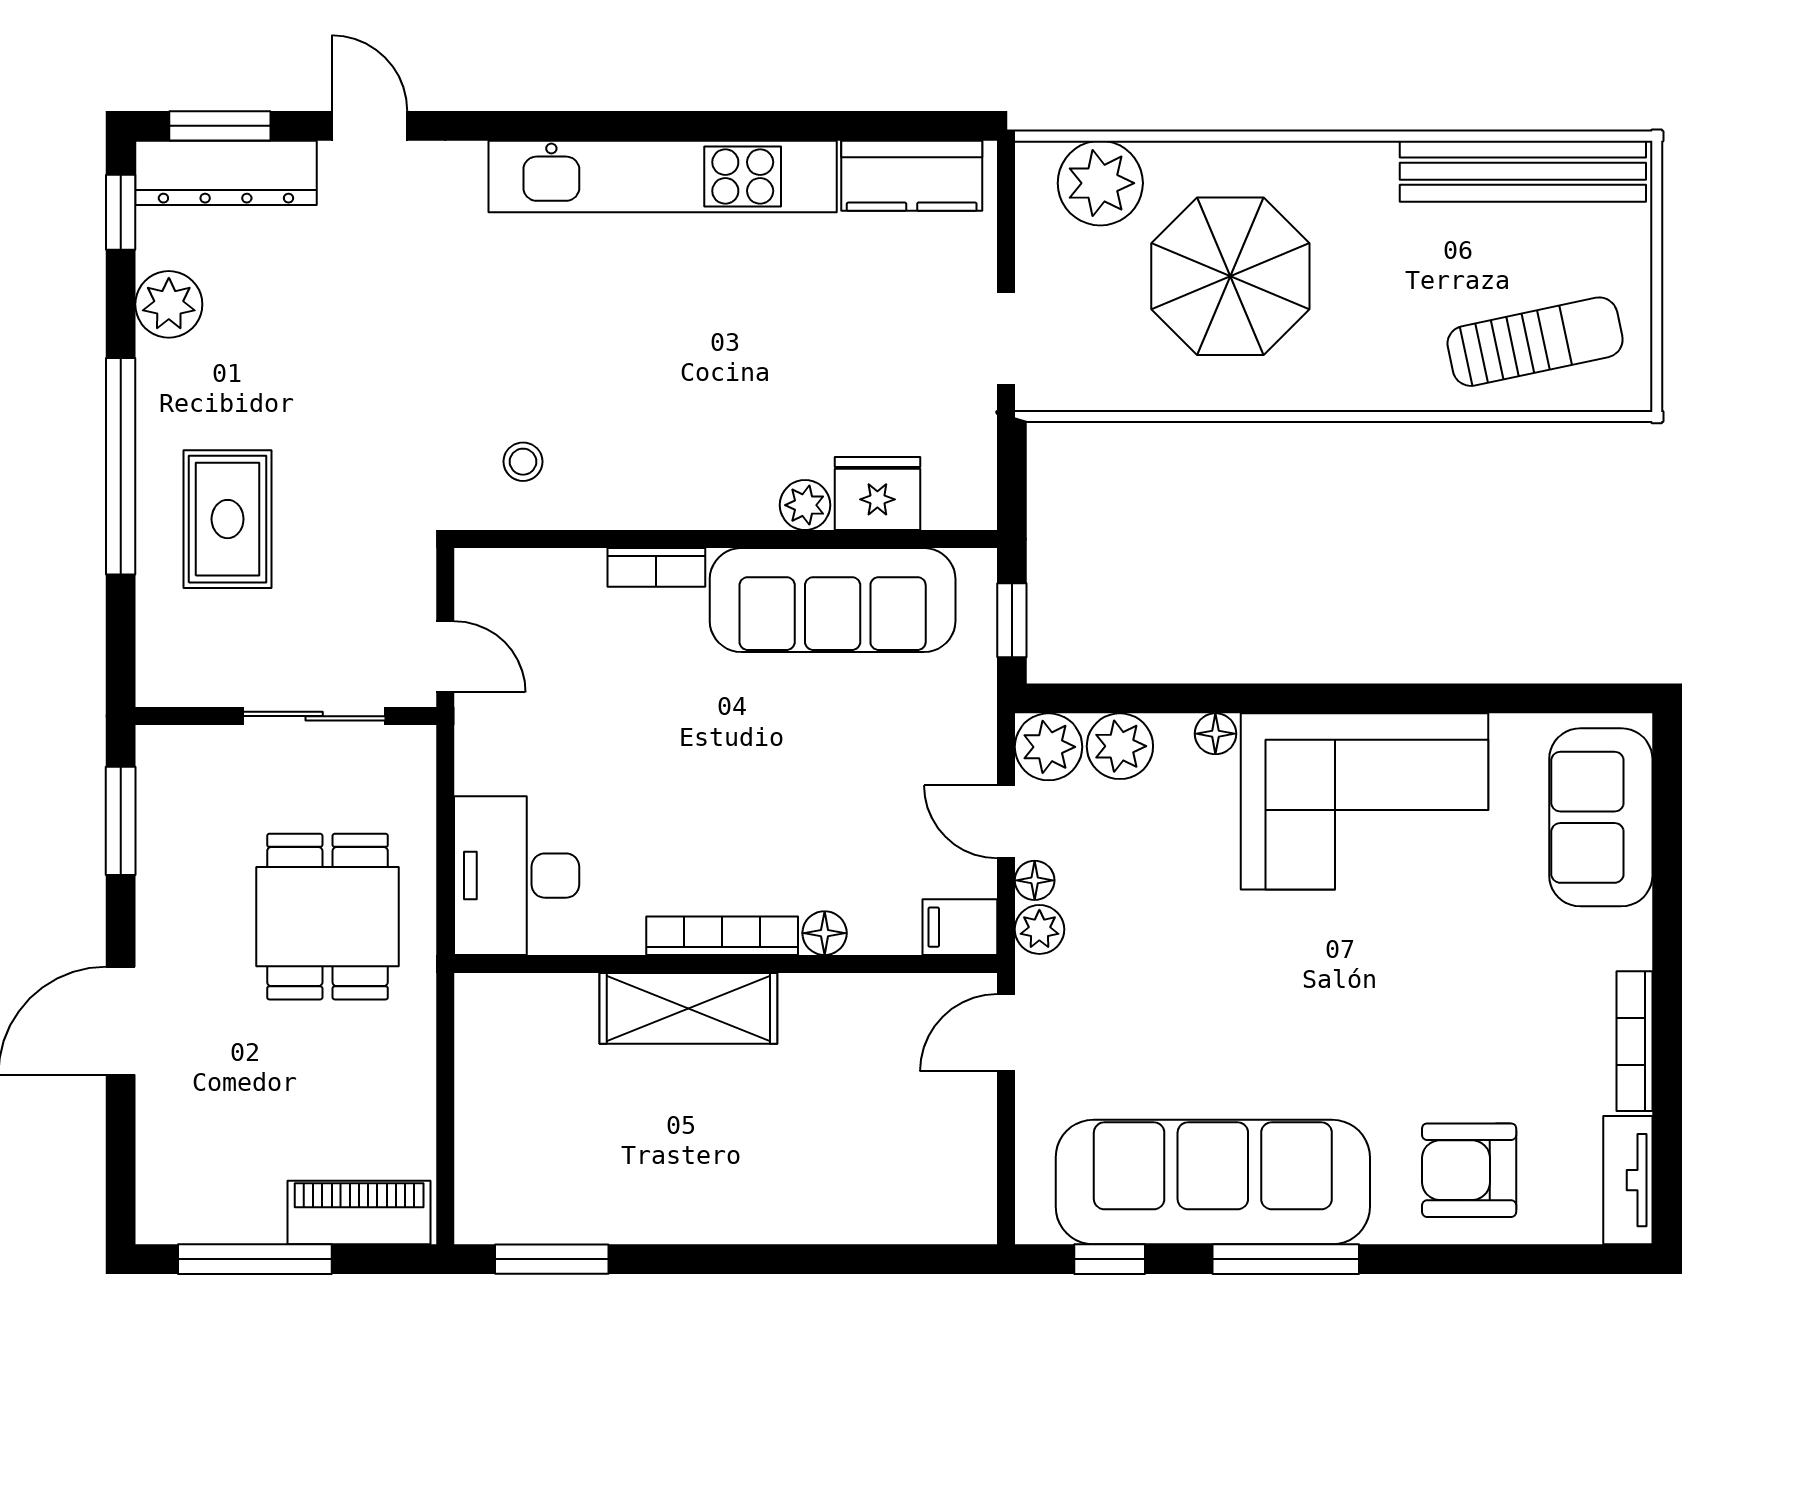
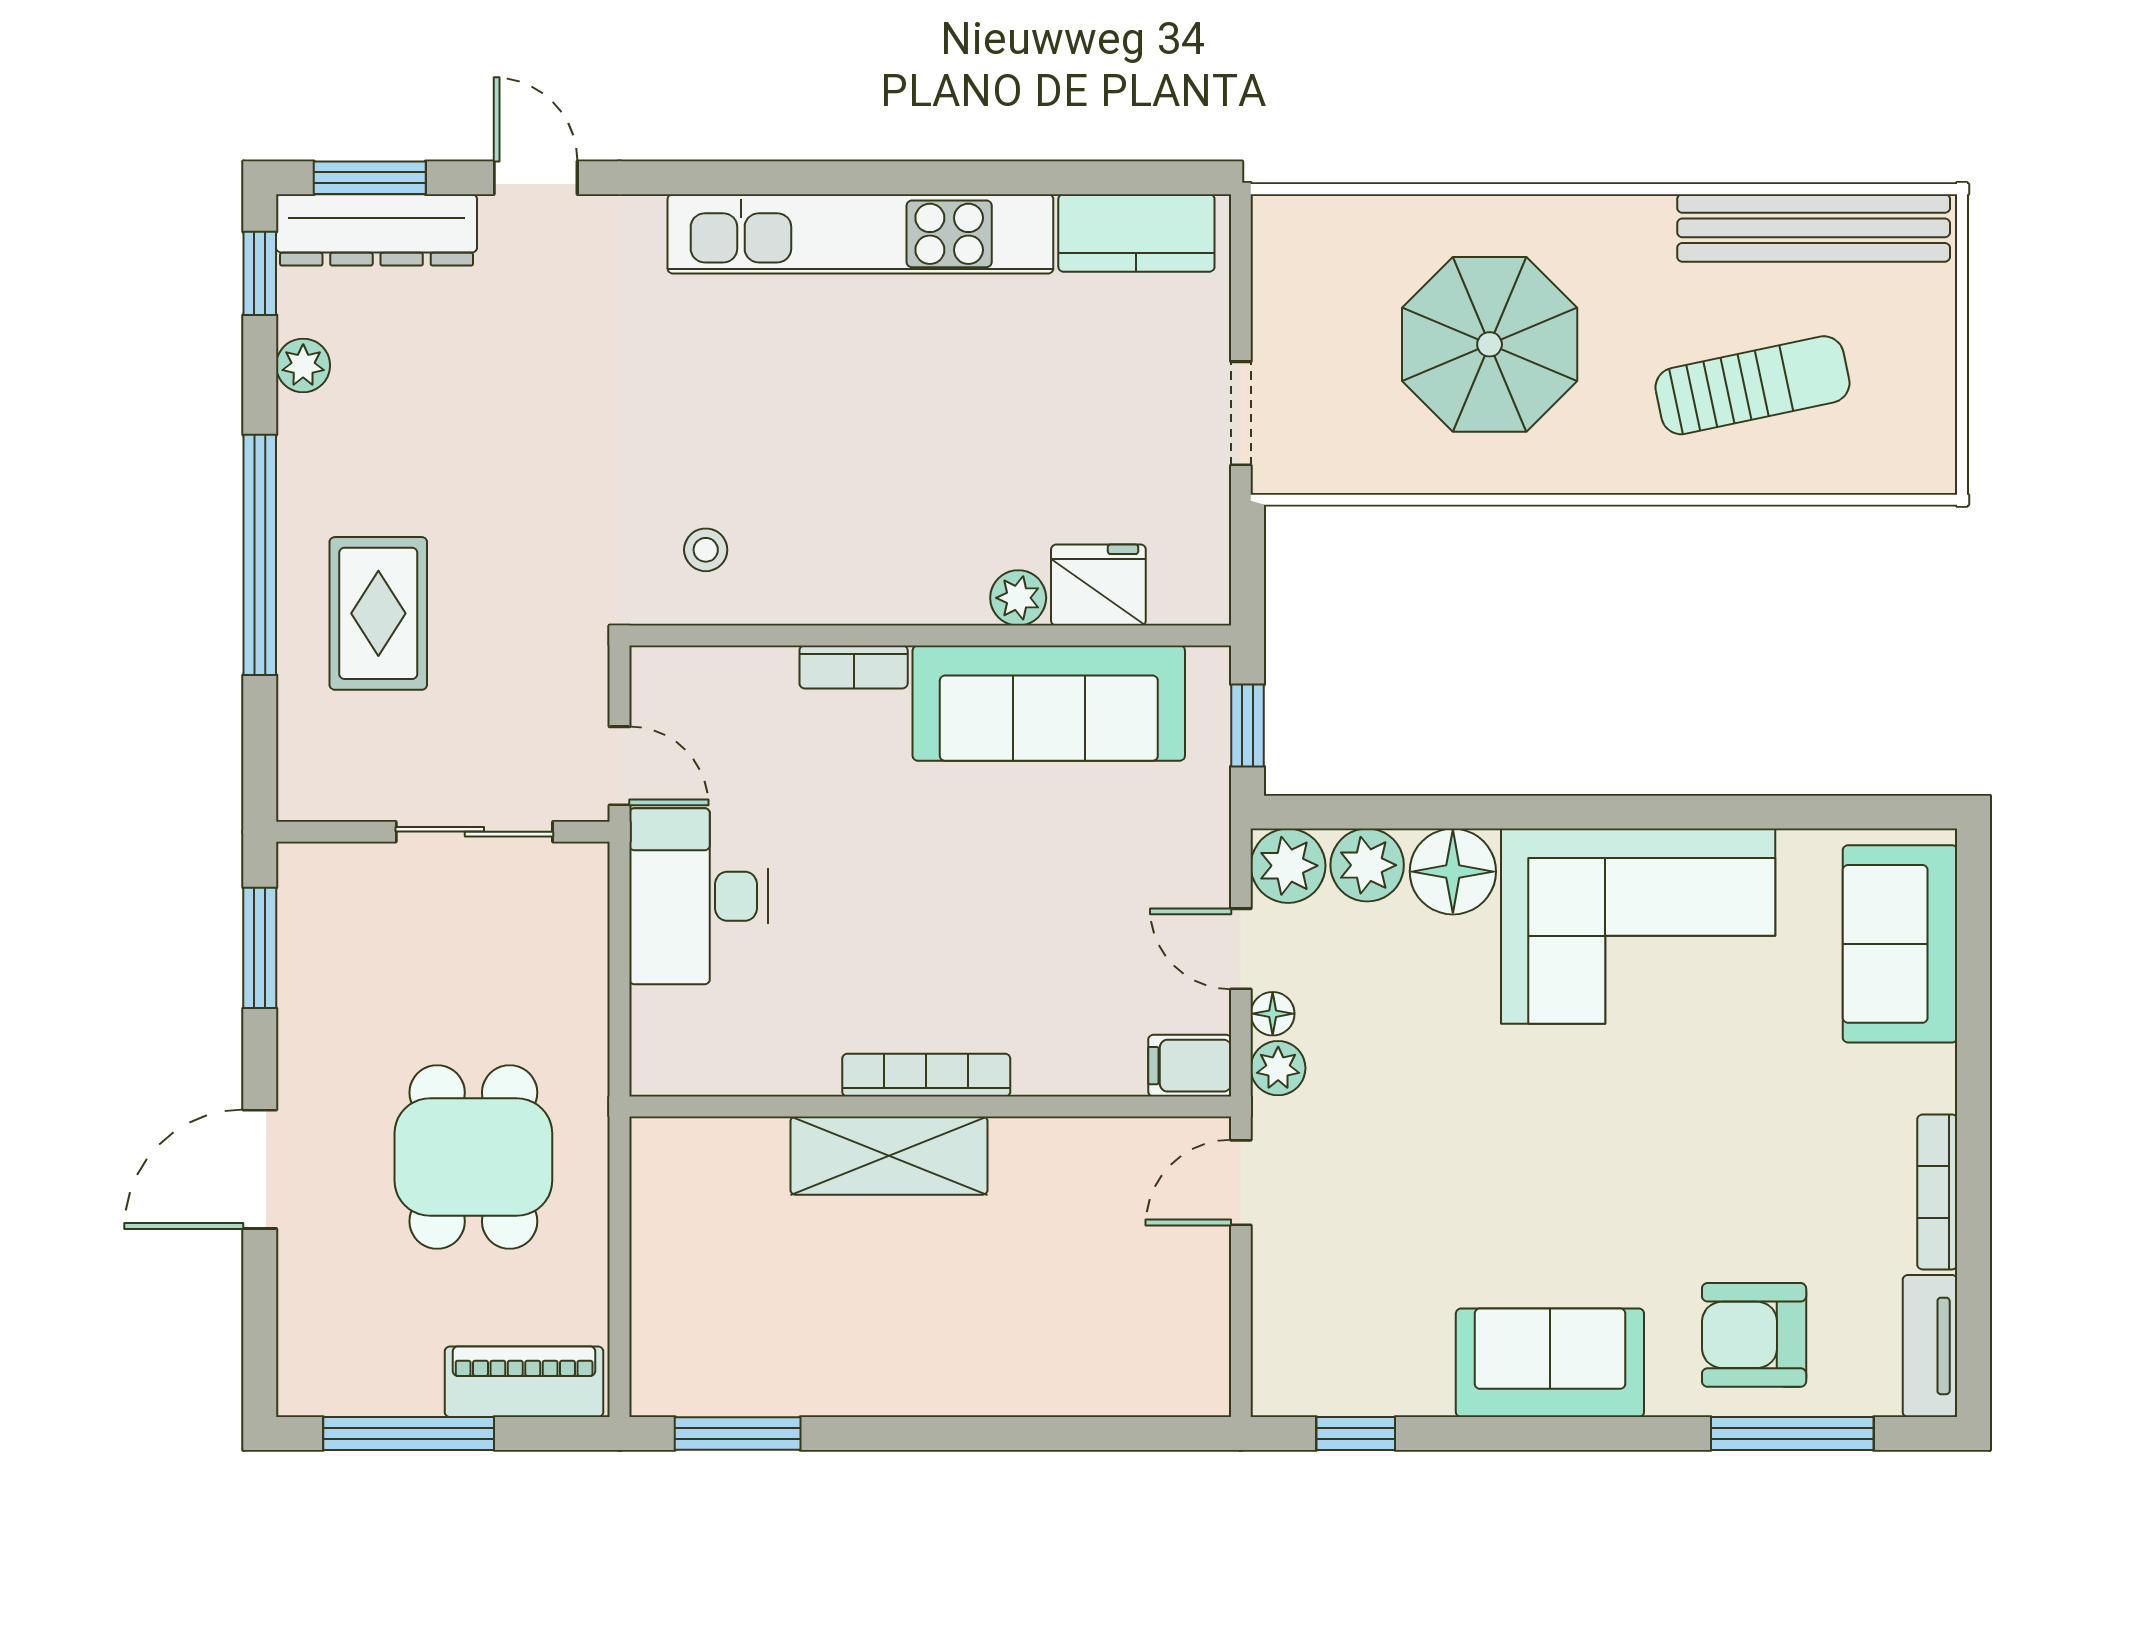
plant: (1100, 183) -> (1345, 241), removed
plant: (169, 304) -> (303, 365), width x0.73, depth x0.73
sun lounger: (1535, 342) -> (1752, 385), moved
floor lamp: (1215, 734) -> (1453, 872), width x1.89, depth x1.89
desk: (517, 876) -> (699, 896), moved
dining table: (327, 917) -> (473, 1157), moved
floor lamp: (825, 933) -> (1040, 1072), removed
sofa: (1213, 1182) -> (1550, 1363), width x0.54, depth x0.79
window: (1286, 1259) -> (1792, 1433), moved

